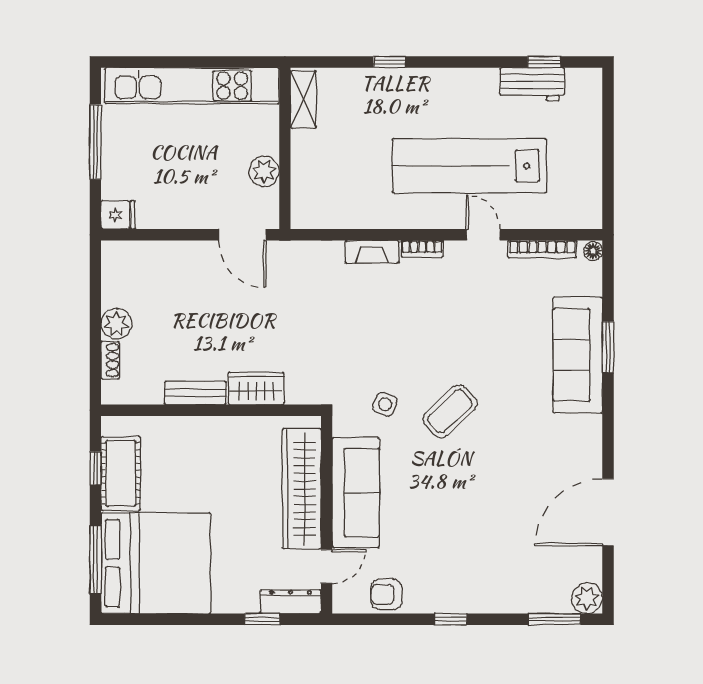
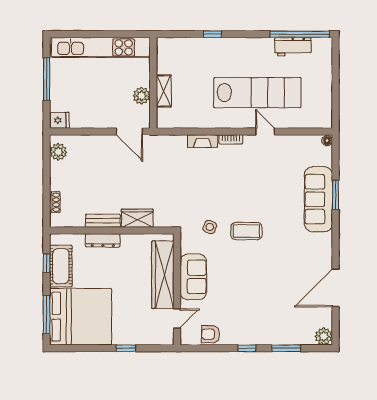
window: (544, 62) -> (300, 34), width x3.17
shelving: (303, 99) -> (164, 91), moved
lab bench: (469, 166) -> (257, 93), turned 180
bookcase: (542, 249) -> (298, 140), removed
plant: (116, 324) -> (58, 152), moved
coffee table: (450, 411) -> (246, 231), turned 43
sofa: (356, 493) -> (193, 277), width x0.73
dresser: (291, 602) -> (103, 240), moved, turned 180
window: (262, 619) -> (126, 348), moved
window: (554, 619) -> (286, 348), moved

